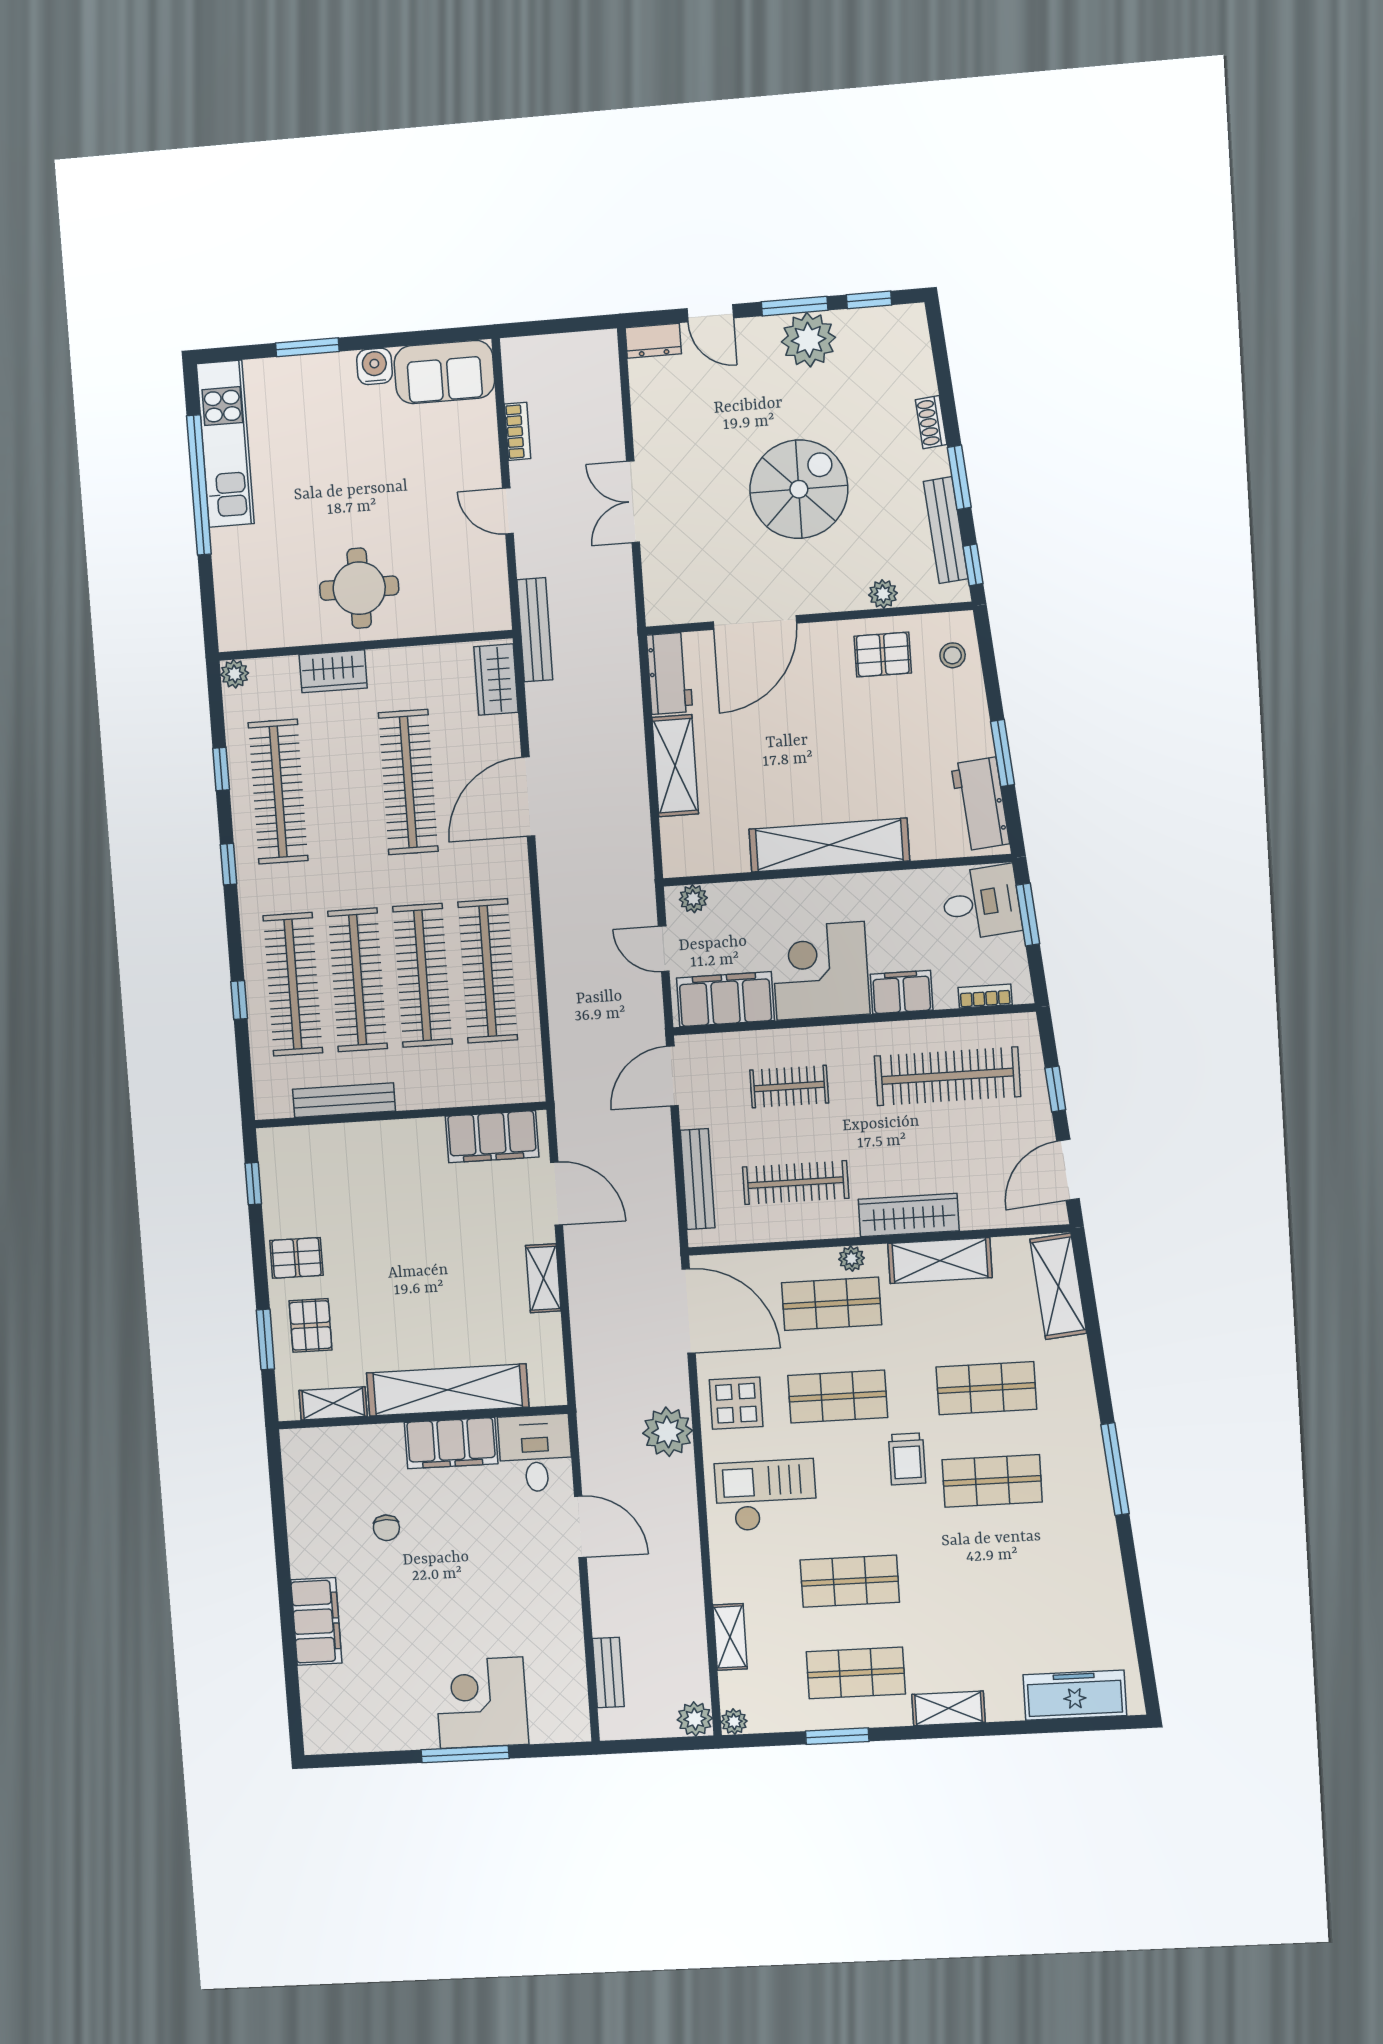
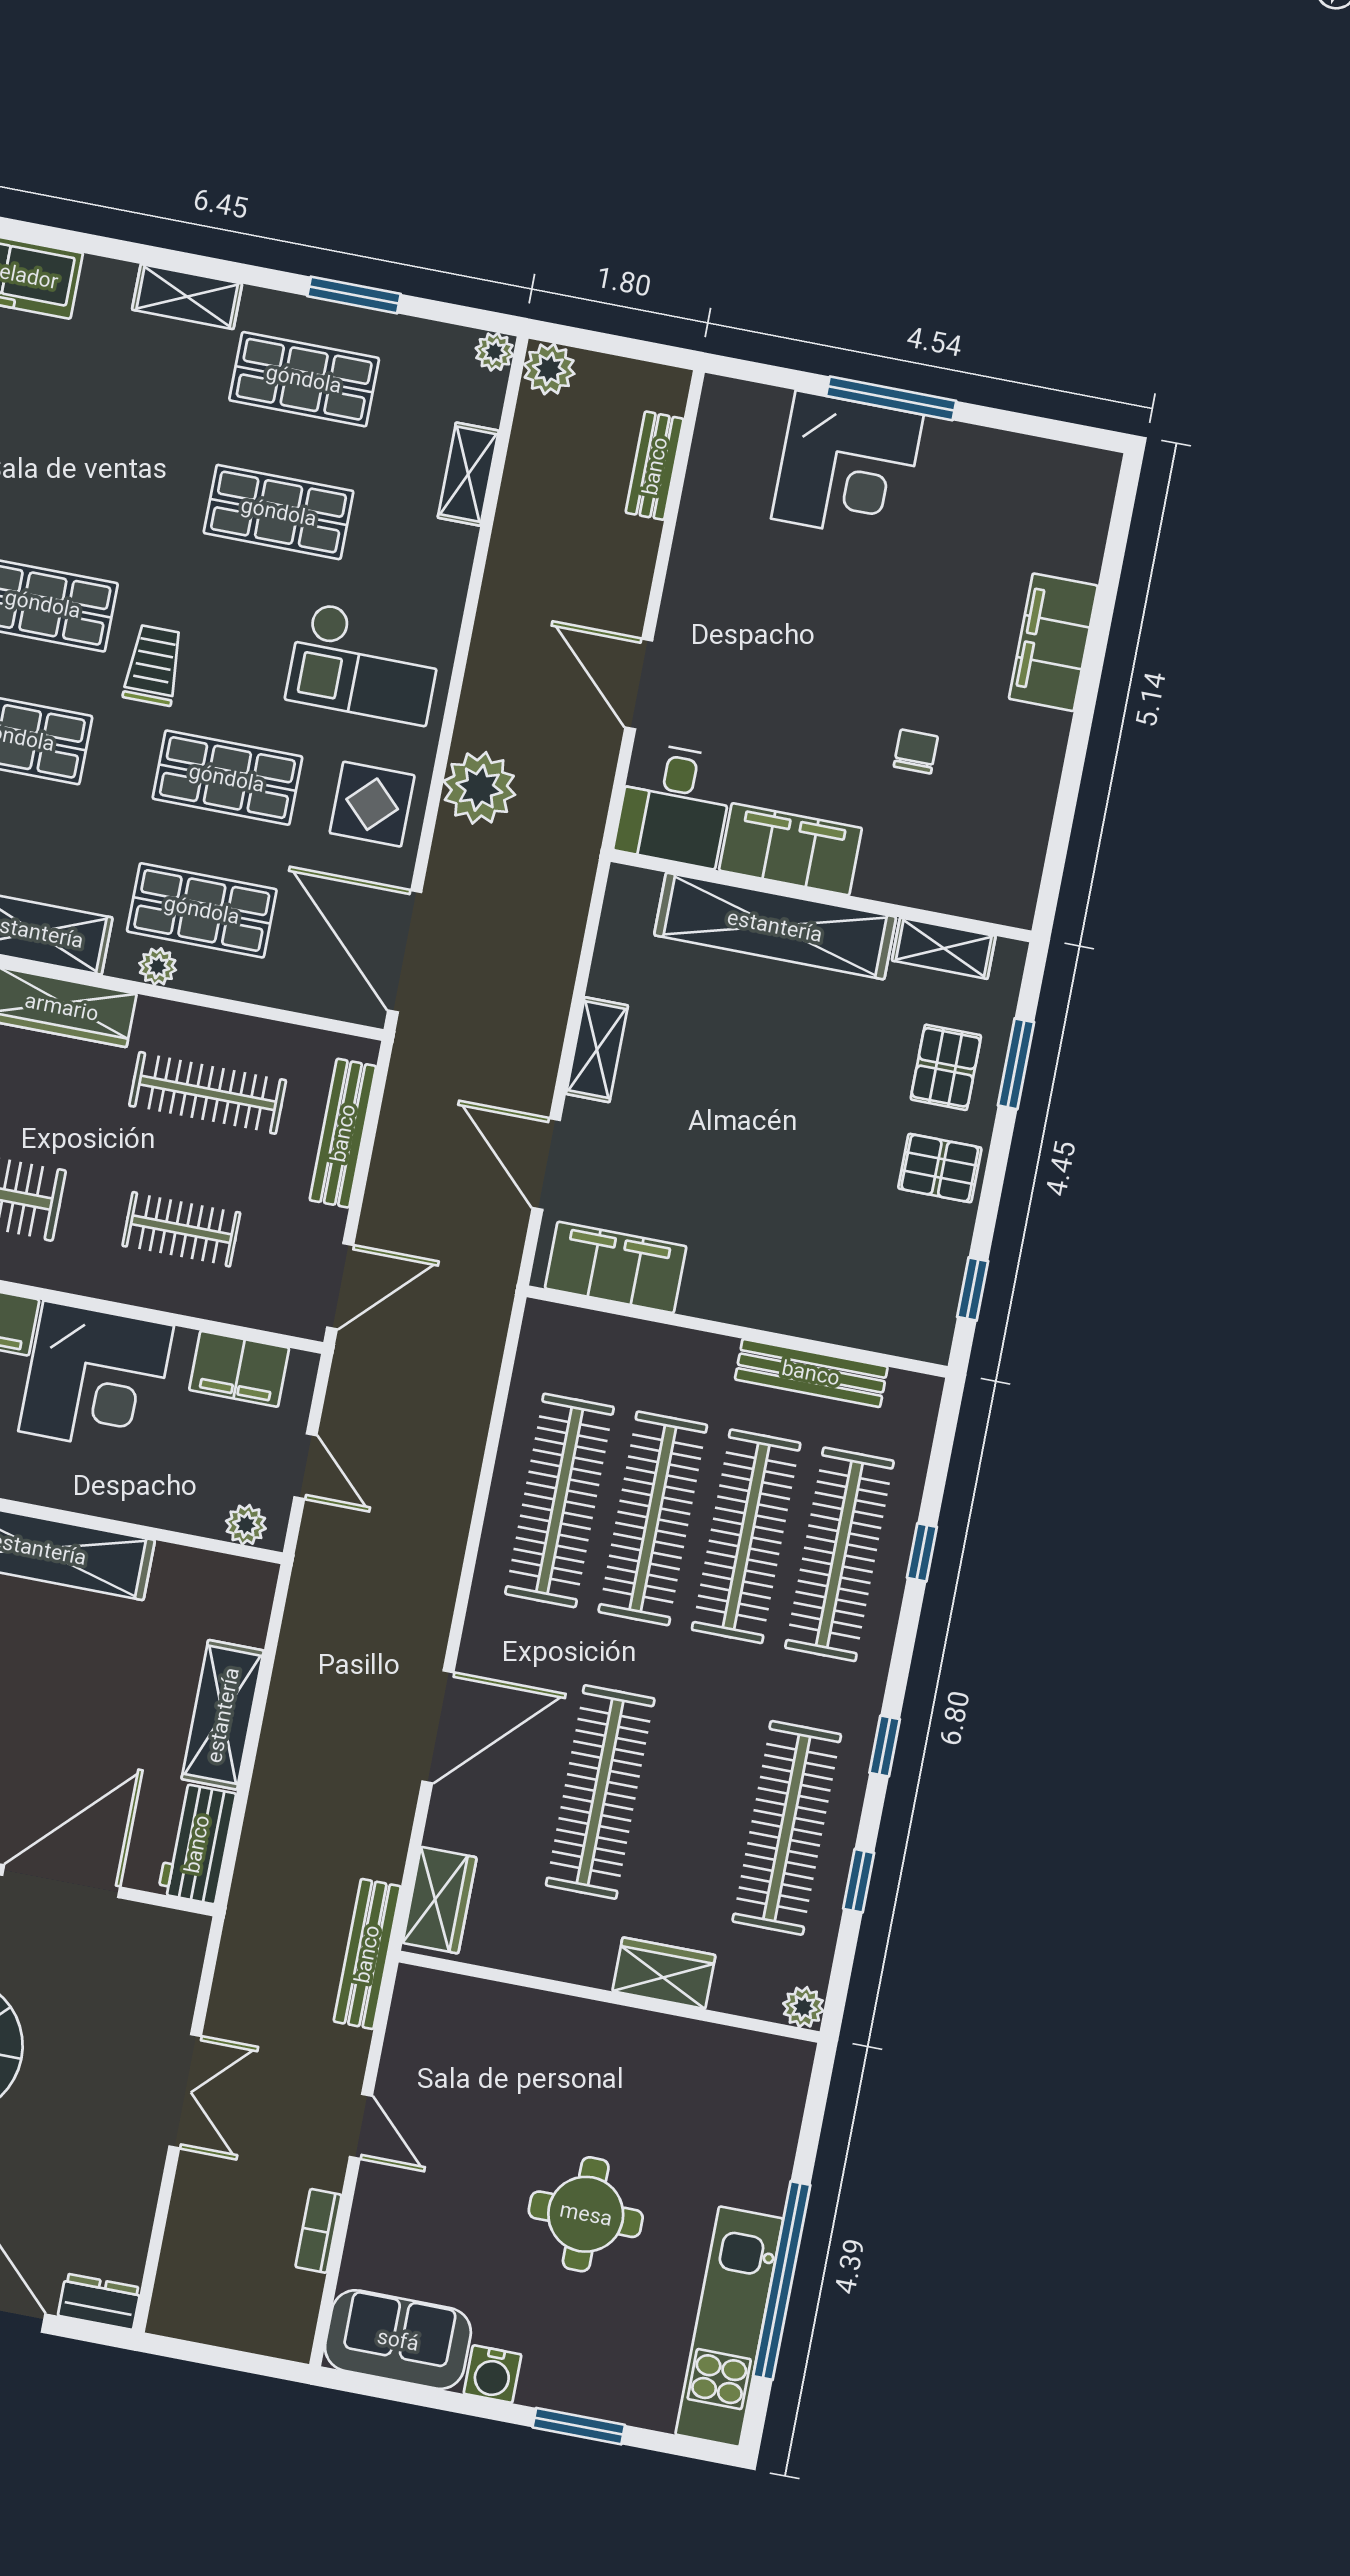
round table: (359, 588) -> (586, 2214), moved
filing cabinet: (725, 999) -> (239, 1369), width x0.67, depth x0.86

